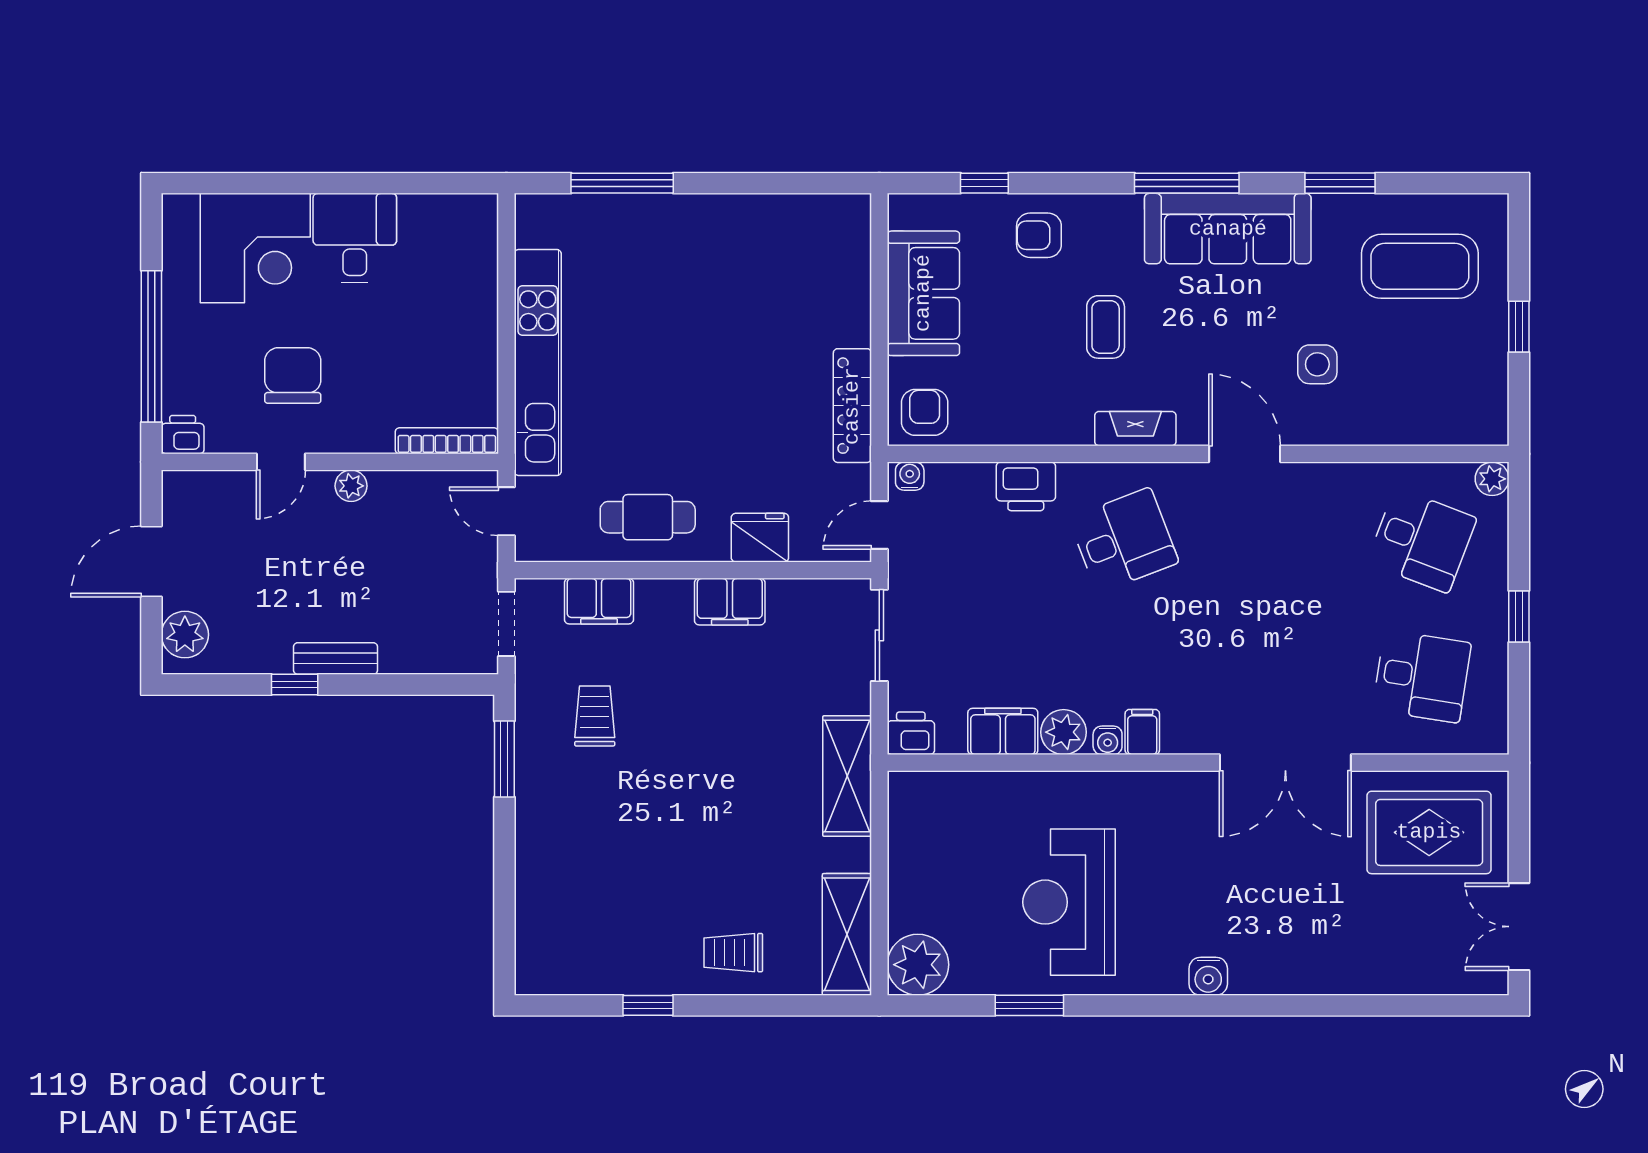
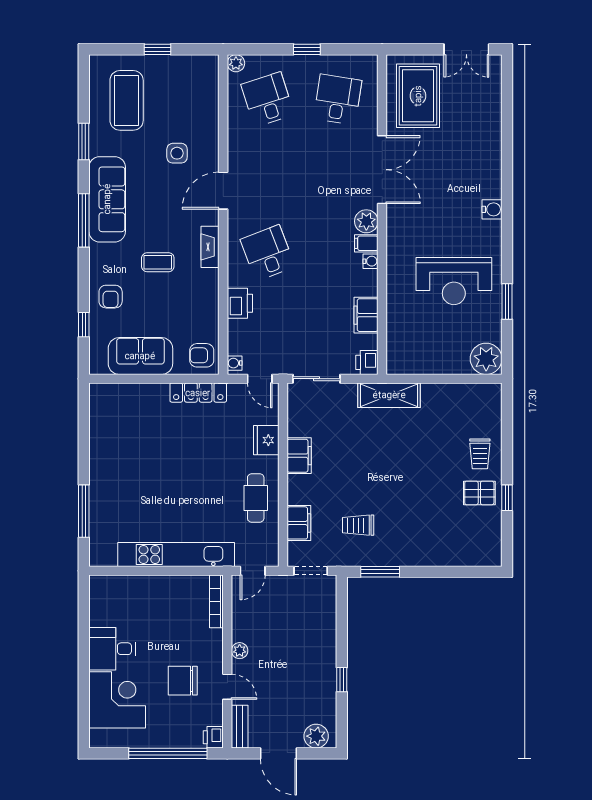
desk: (1422, 540) -> (268, 99), turned -39
bench: (336, 659) -> (240, 727), moved
plant: (1064, 732) -> (366, 221), moved
shelving: (847, 934) -> (470, 395), removed
pallet: (657, 952) -> (479, 493), added

